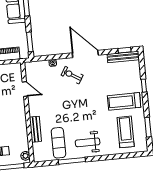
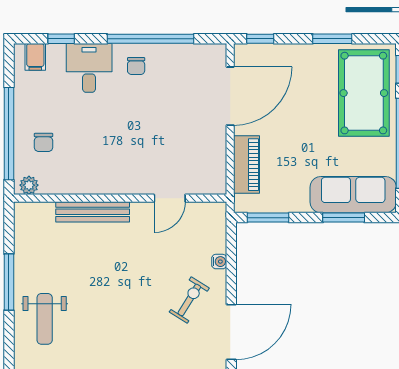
bench: (35, 129) -> (93, 212), width x1.36
weight bench: (88, 142) -> (45, 319), turned 180
exercise mat: (58, 143) -> (50, 257), removed

